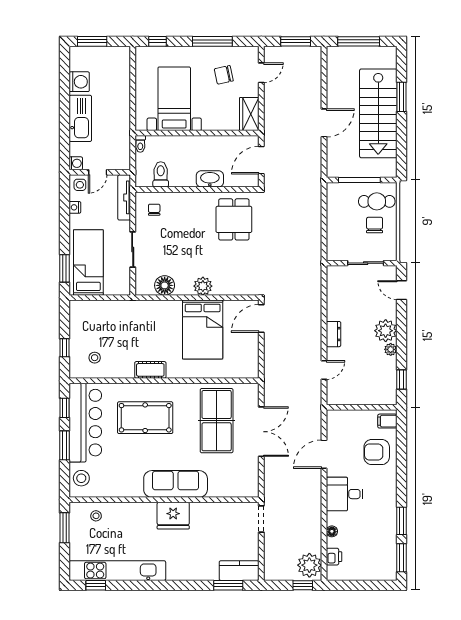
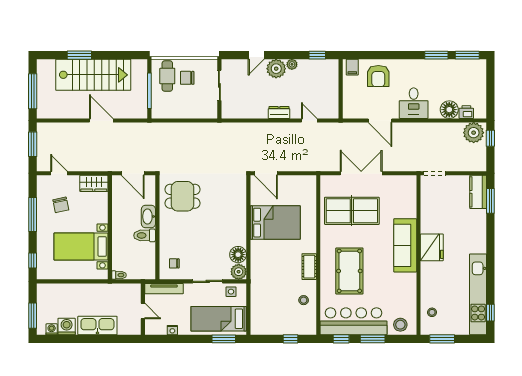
washing machine: (76, 163) -> (52, 329), moved
toilet: (161, 174) -> (145, 235), moved
side table: (80, 185) -> (231, 292), moved
plant: (203, 286) -> (239, 272), moved
door: (401, 290) -> (256, 55), moved
stool: (95, 358) -> (304, 300), moved
floor lamp: (332, 531) -> (449, 110), width x1.89, depth x1.89

